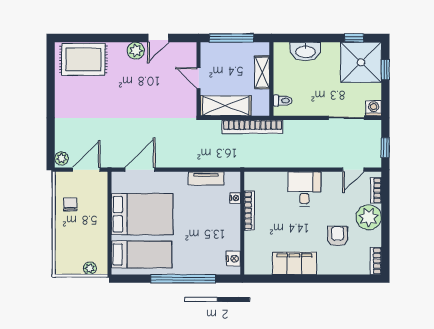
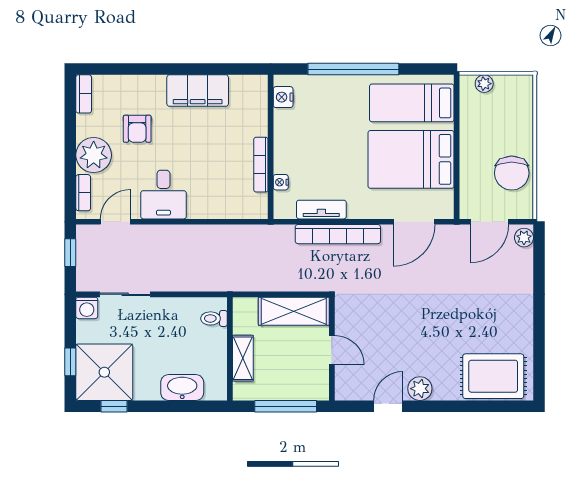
bookcase: (253, 127) -> (338, 234), moved, turned 180
desk: (304, 189) -> (163, 195), moved
chair: (70, 204) -> (512, 173), width x1.87, depth x1.87

